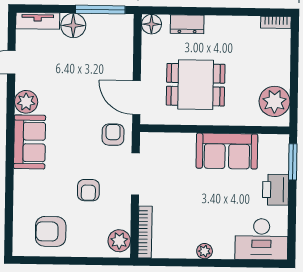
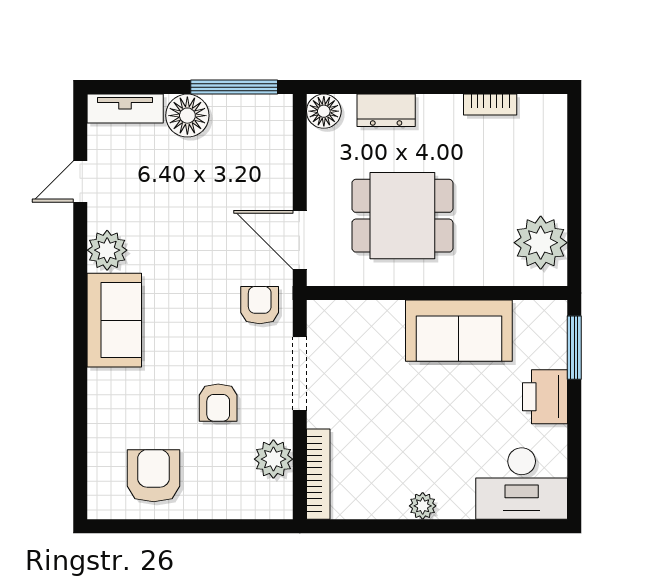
bookcase: (276, 22) -> (490, 105), moved
armchair: (51, 231) -> (154, 476), turned 90
plant: (119, 241) -> (273, 459), moved

